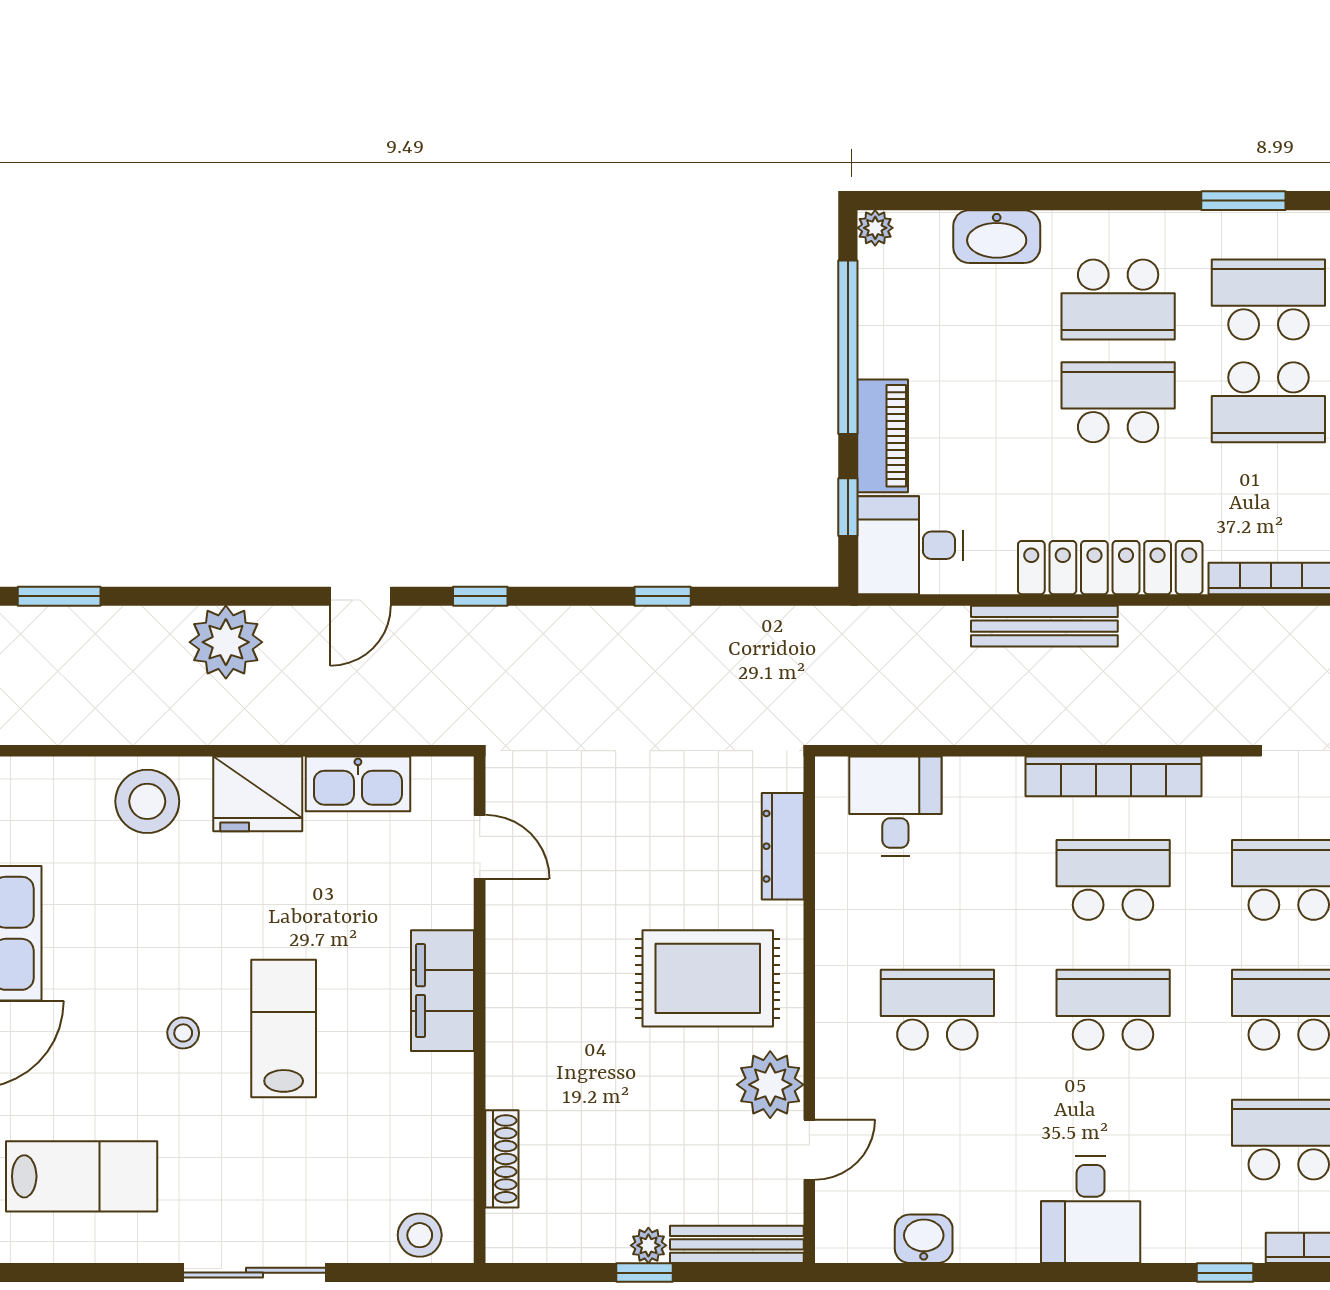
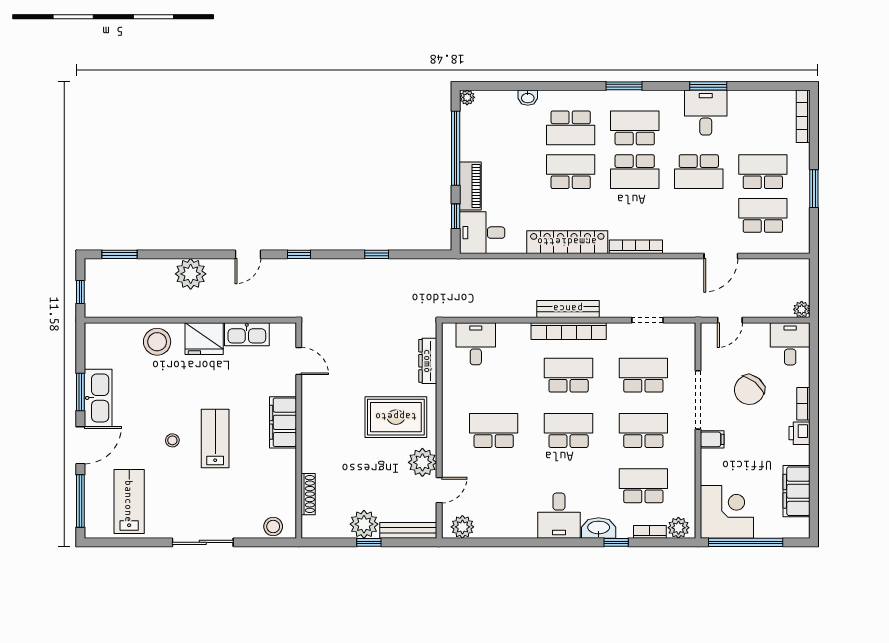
washbasin: (997, 237) -> (528, 98), width x0.52, depth x0.69
bench: (1044, 626) -> (568, 309), moved
lab bench: (82, 1176) -> (129, 501), turned -90
plant: (864, 1236) -> (462, 527), added
washbasin: (924, 1239) -> (599, 528), moved, width x1.38
plant: (648, 1245) -> (364, 524), width x1.87, depth x1.87

